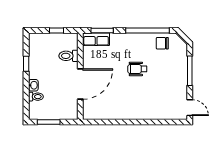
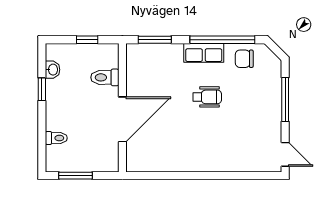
row of seats: (96, 39) -> (204, 53), moved
wheelchair: (137, 69) -> (207, 97), turned 180
washbasin: (33, 85) -> (53, 70), moved

